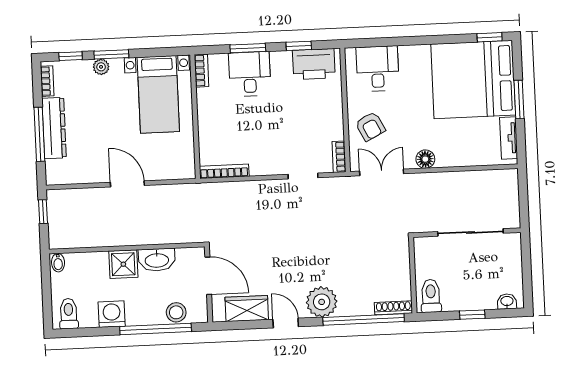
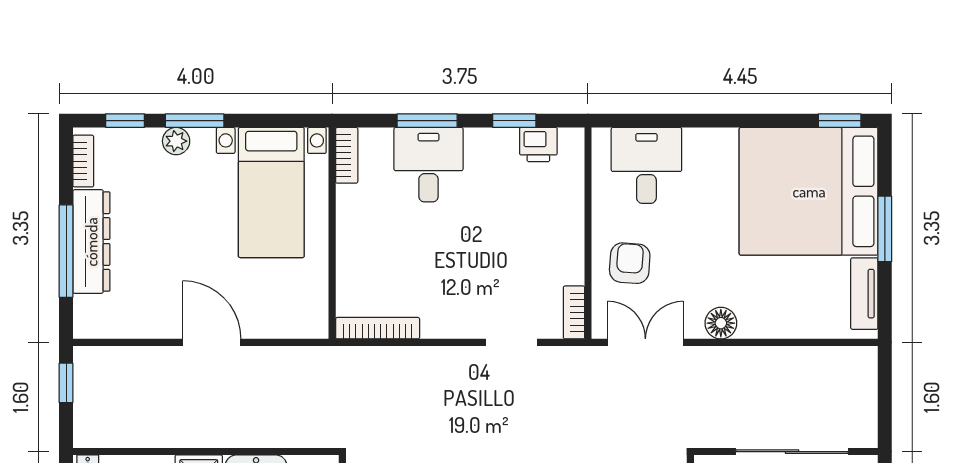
printer: (314, 64) -> (538, 145), width x0.53, depth x0.68
armchair: (370, 126) -> (630, 263), turned -149

